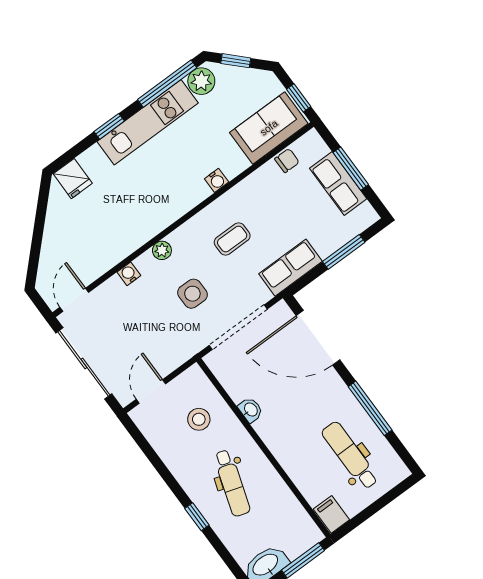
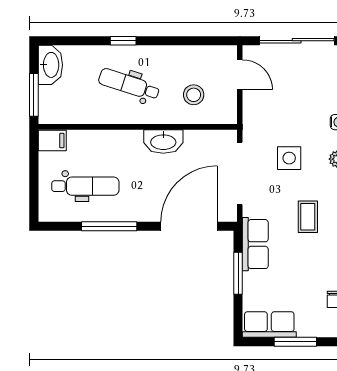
row of seats: (338, 183) -> (269, 324), moved
window: (344, 252) -> (238, 273), moved
washbasin: (250, 410) -> (163, 141), width x1.91, depth x1.45

